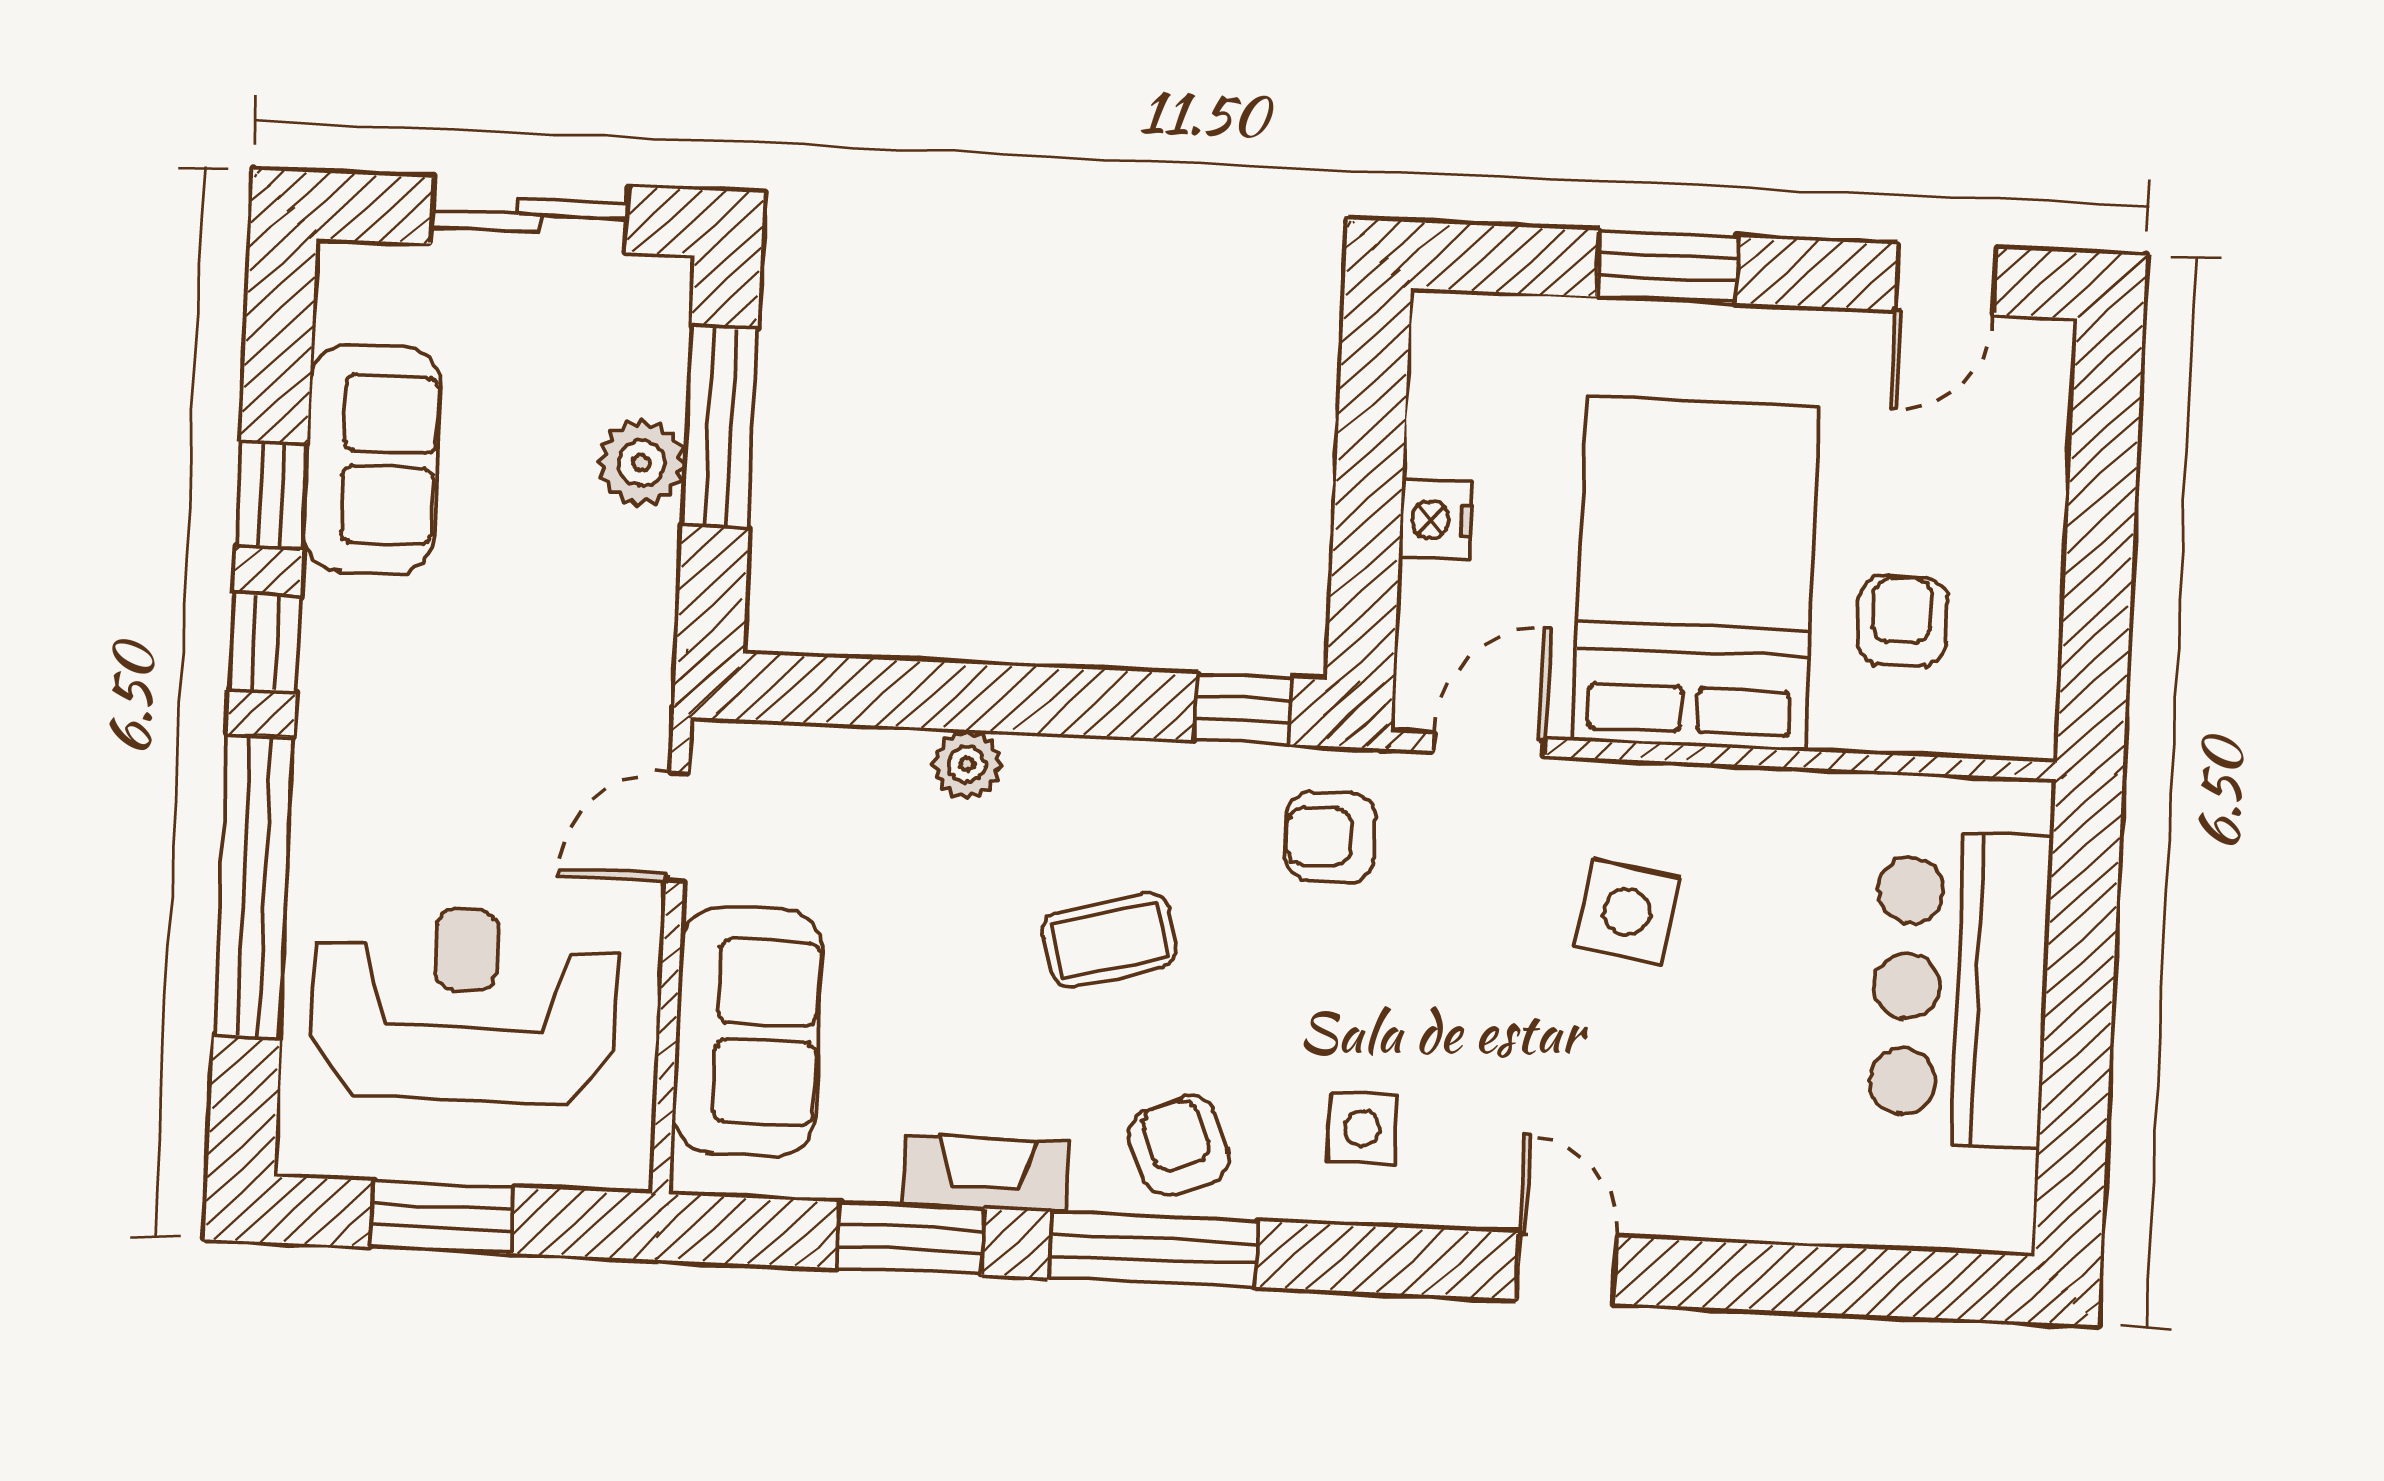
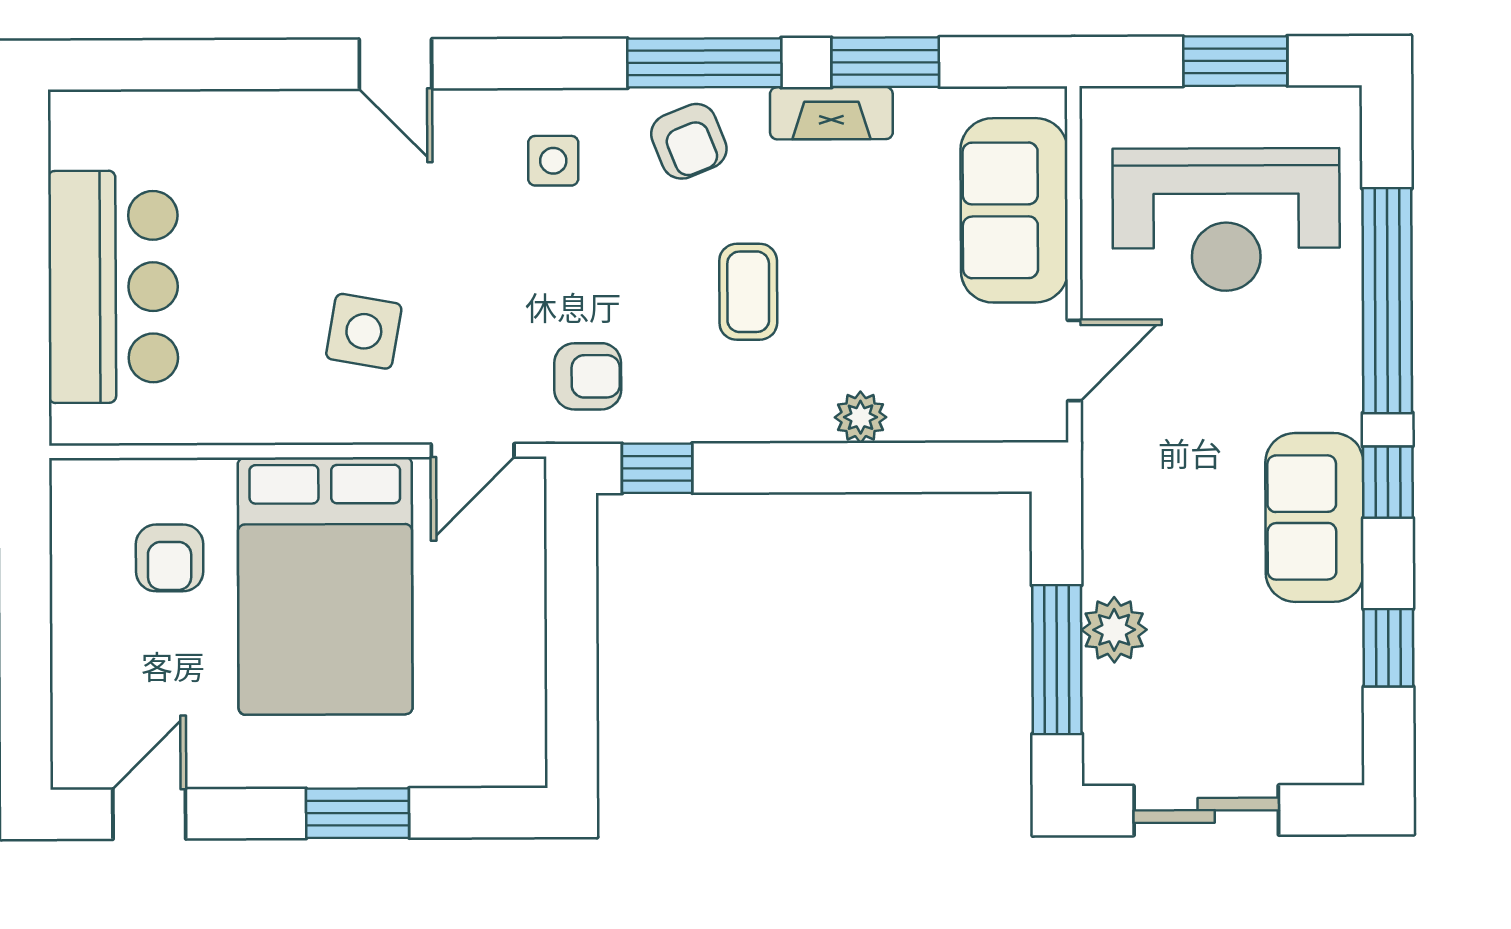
sofa: (372, 459) -> (1315, 517), moved
window: (272, 495) -> (1388, 648), moved
nightstand: (1436, 520) -> (520, 616), removed
coffee table: (1109, 940) -> (748, 292), turned -75

